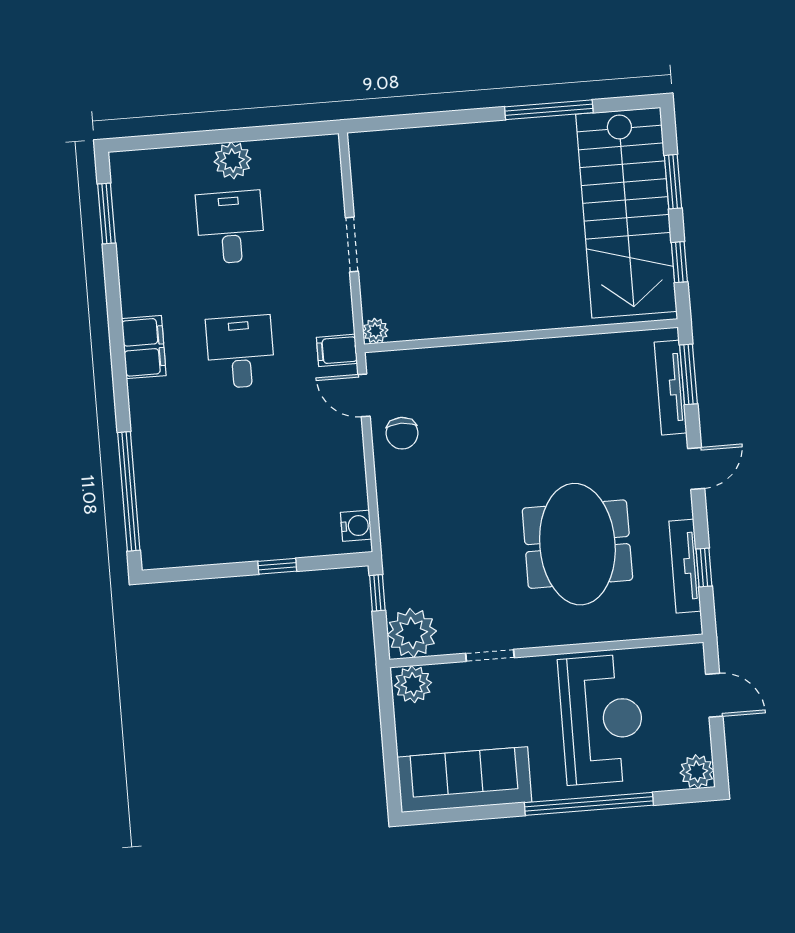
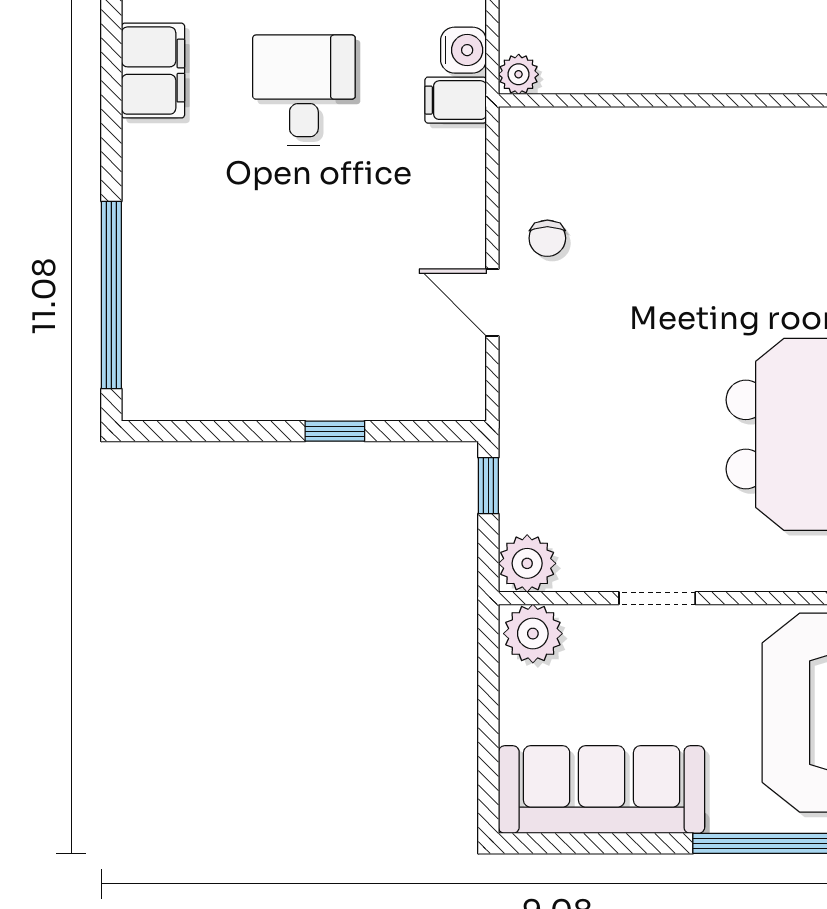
door: (364, 395) -> (492, 303), moved
chair: (402, 433) -> (547, 238), width x0.73, depth x0.73
water cooler: (356, 526) -> (463, 50), moved
plant: (412, 633) -> (527, 563), width x0.73, depth x0.73

